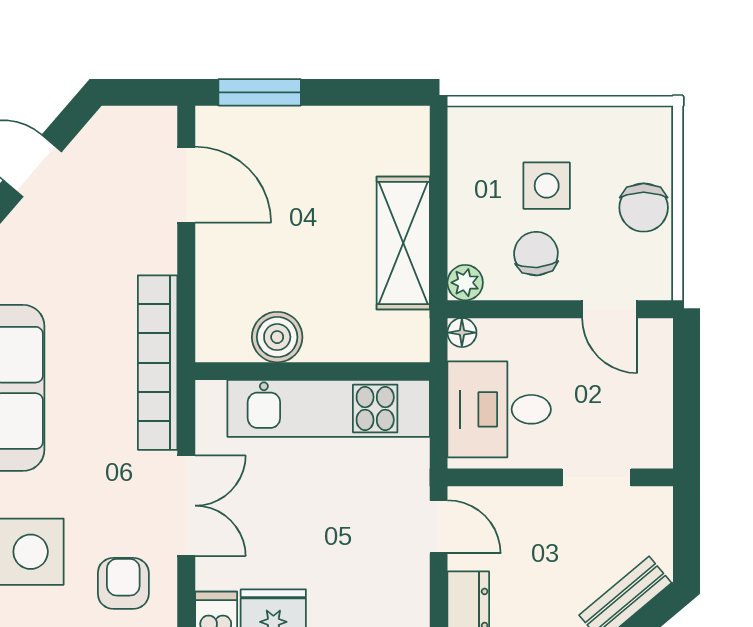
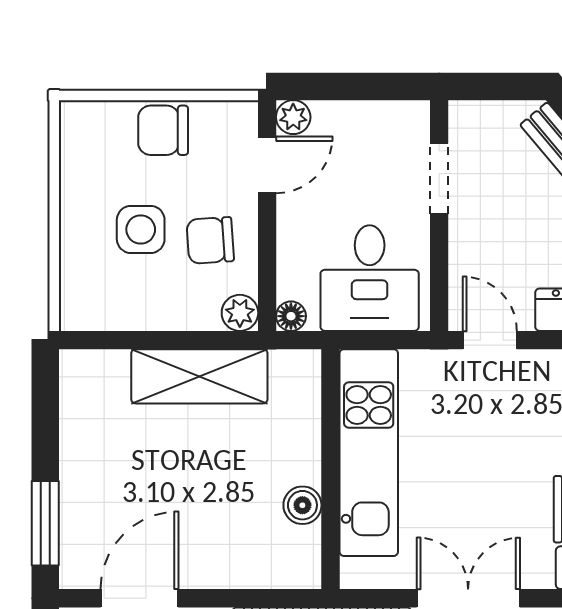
chair: (644, 208) -> (163, 130), turned 180
plant: (656, 335) -> (293, 117), added
boiler: (277, 337) -> (302, 505), width x0.73, depth x0.73
door: (439, 527) -> (490, 340), hinge flipped

